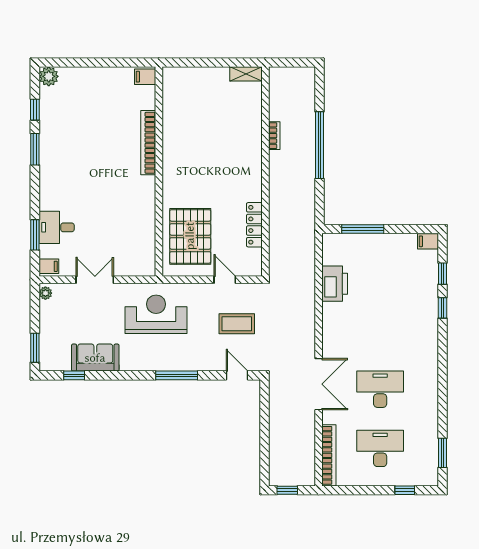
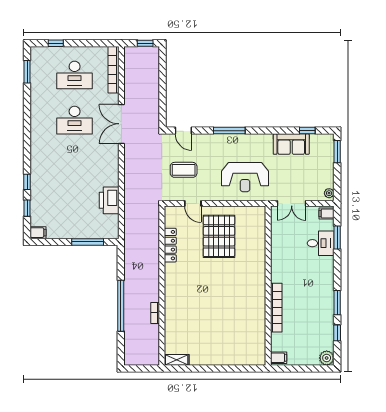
filing cabinet: (145, 77) -> (279, 358), moved
bookcase: (148, 143) -> (276, 308), moved
wall: (159, 172) -> (268, 286), moved

